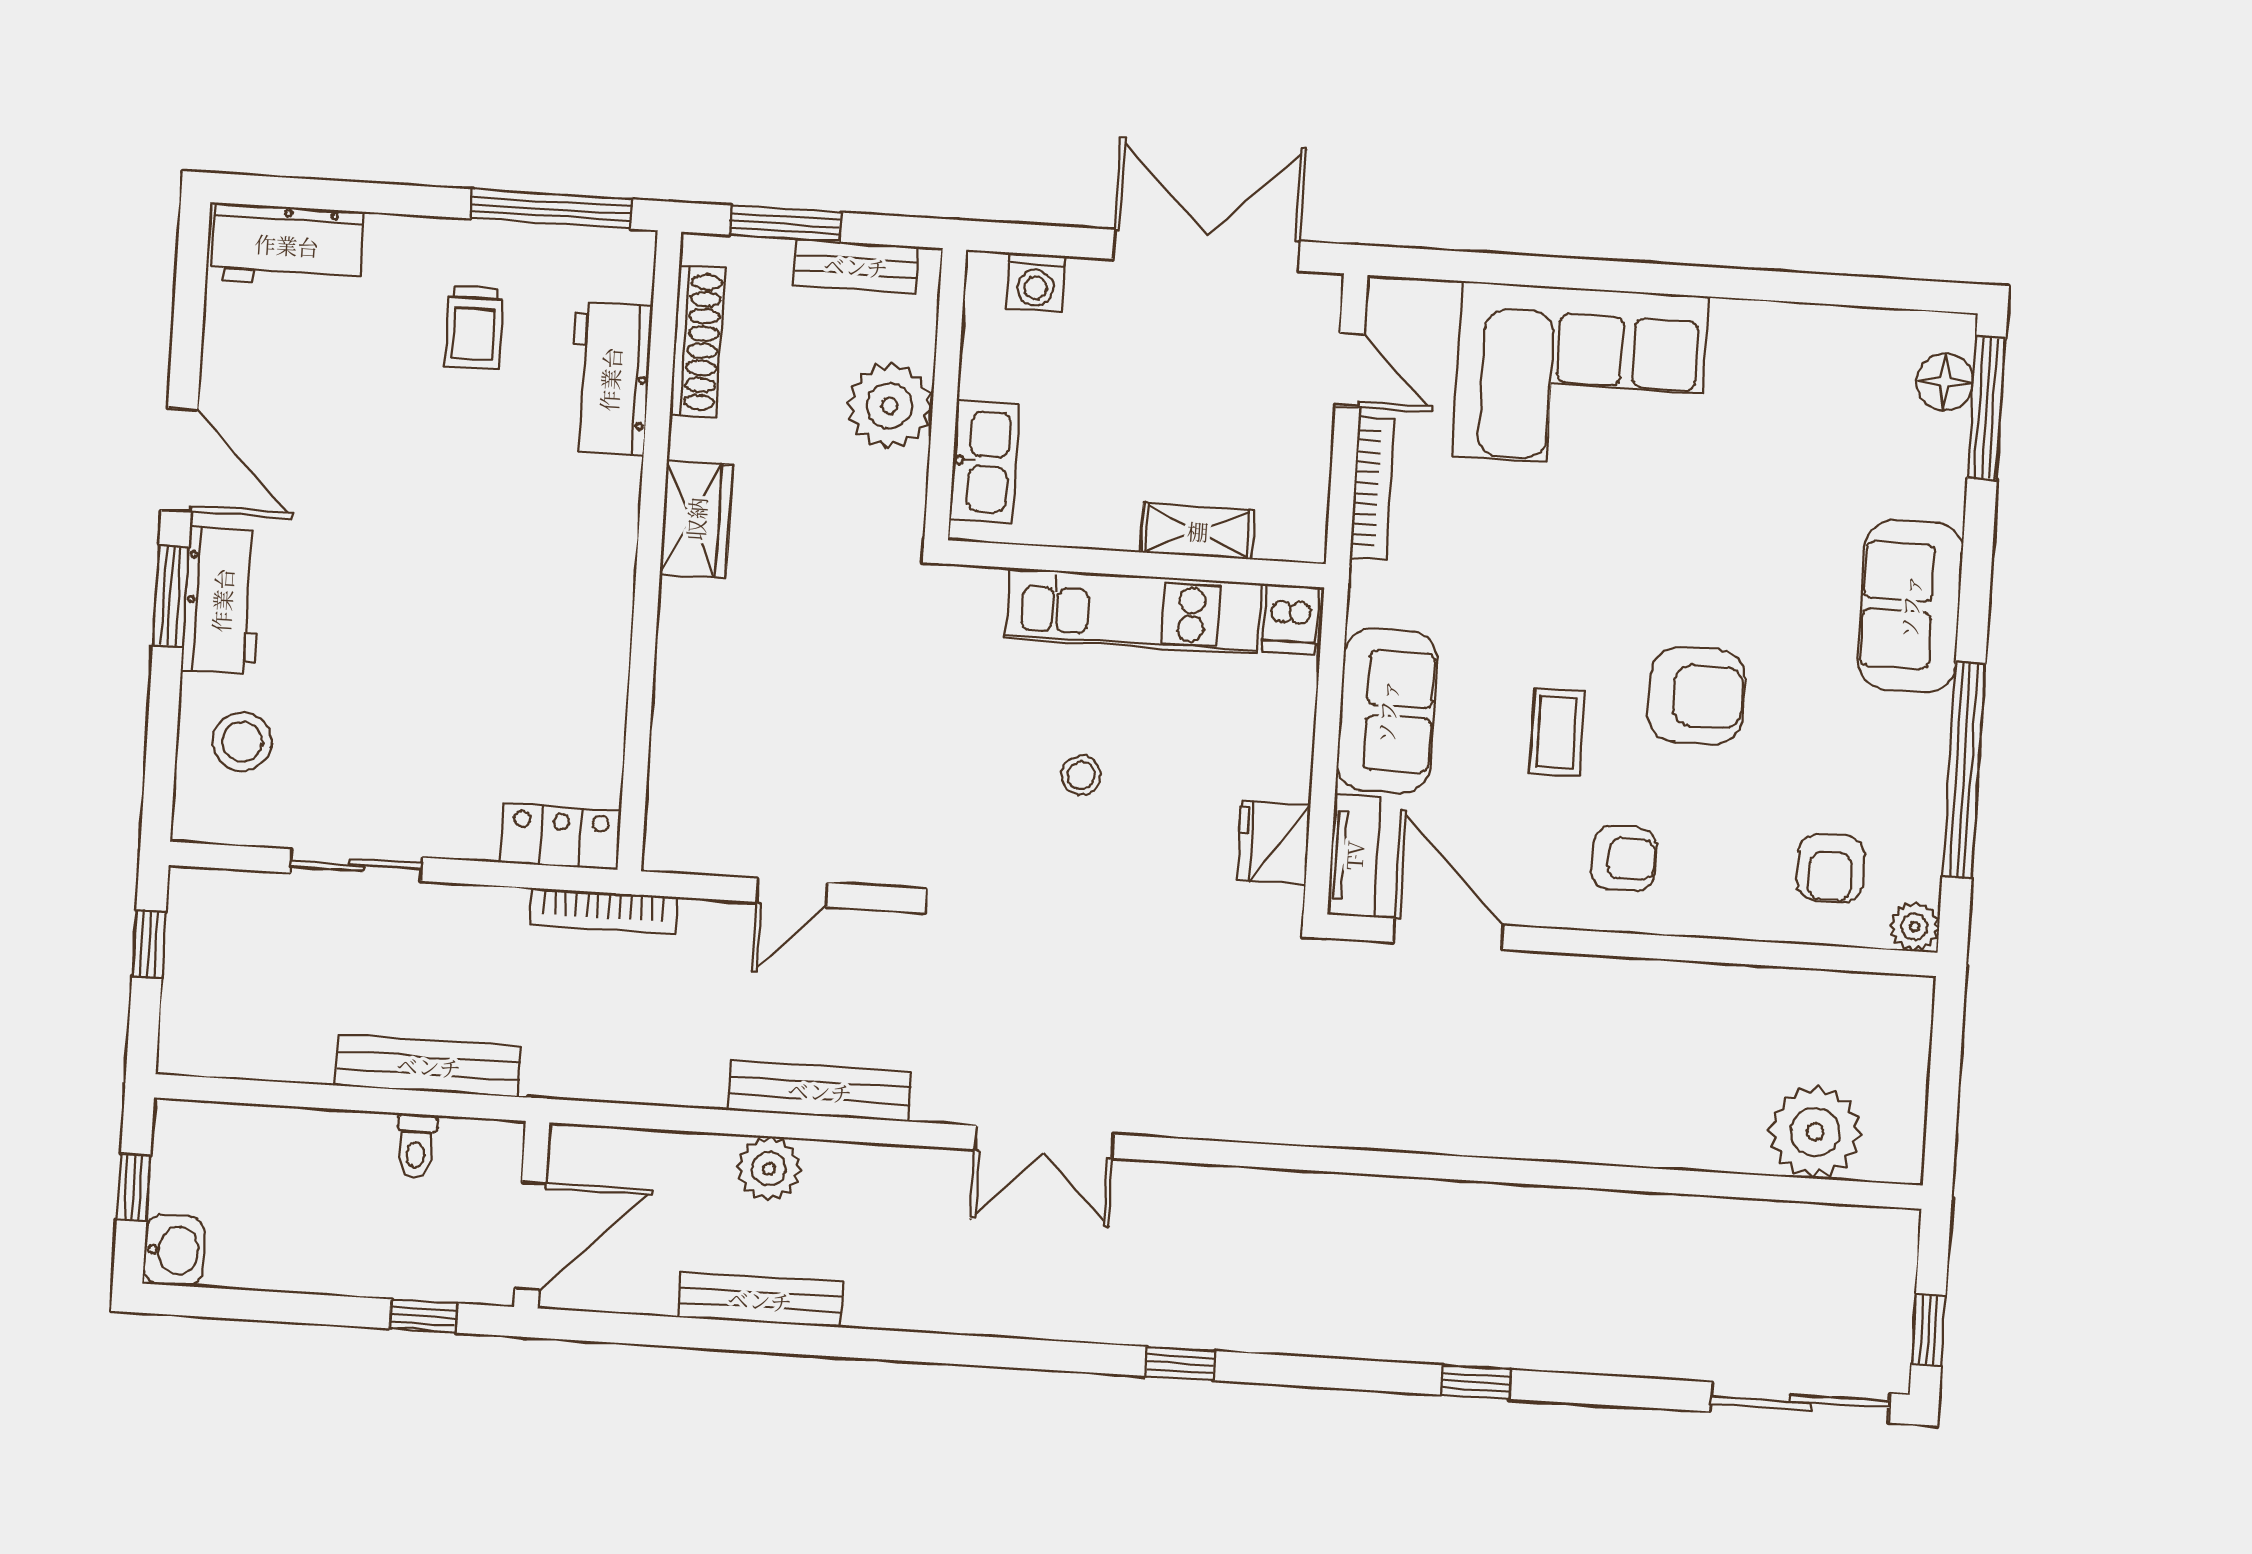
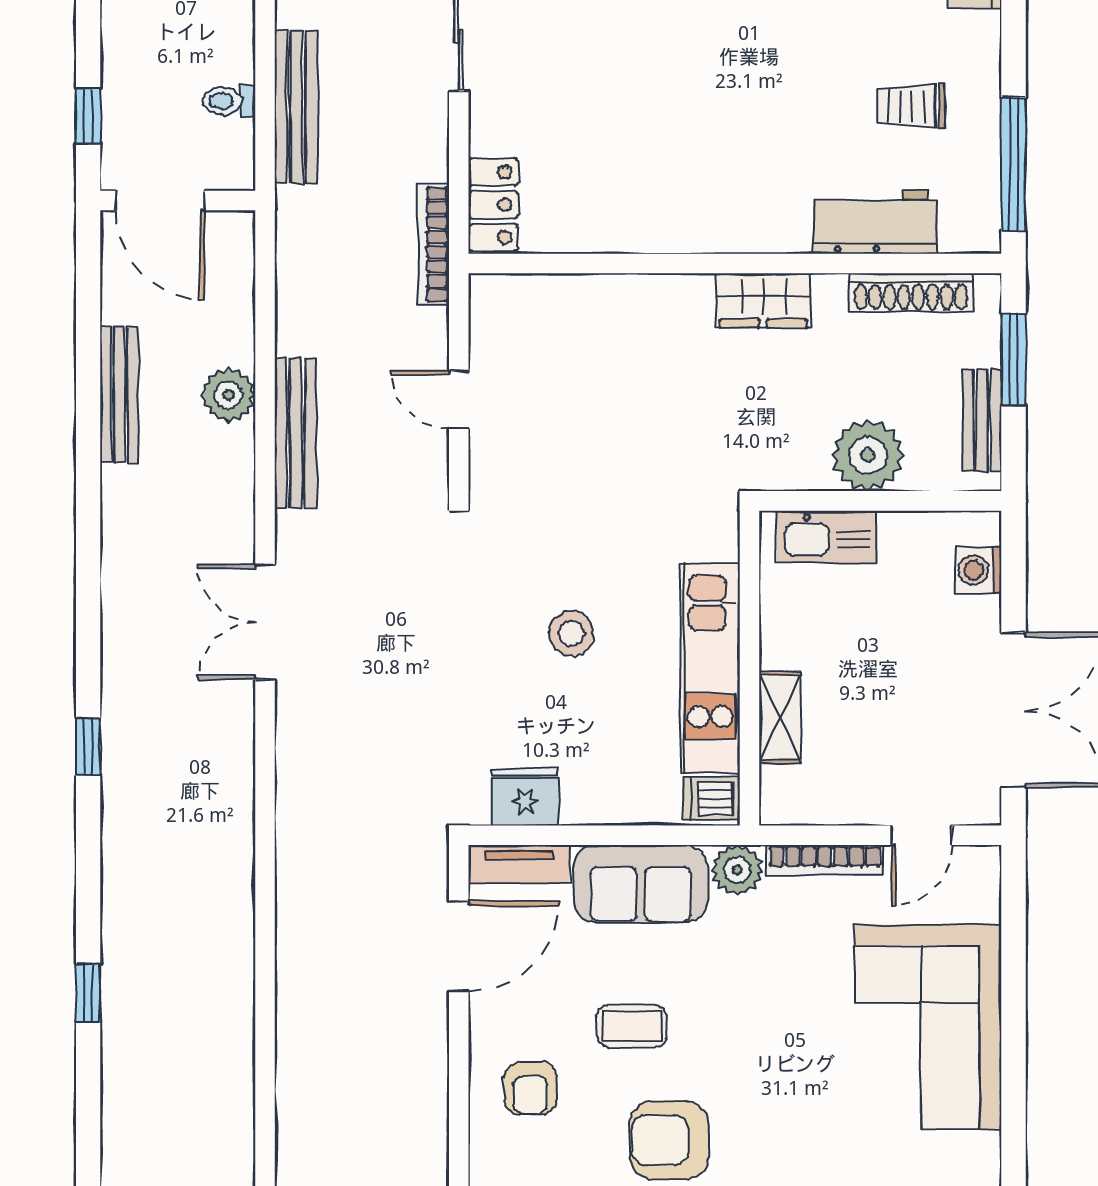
plant: (1378, 594) -> (737, 870), added
armchair: (1697, 696) -> (669, 1140), turned 90
stool: (1081, 775) -> (571, 633), width x1.37, depth x1.37

